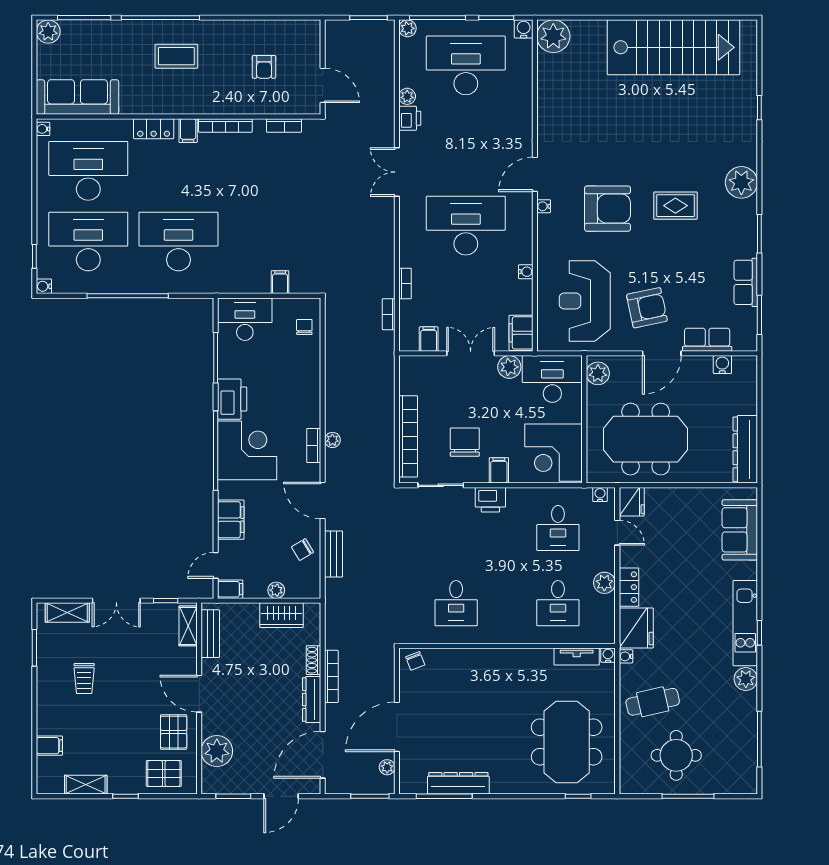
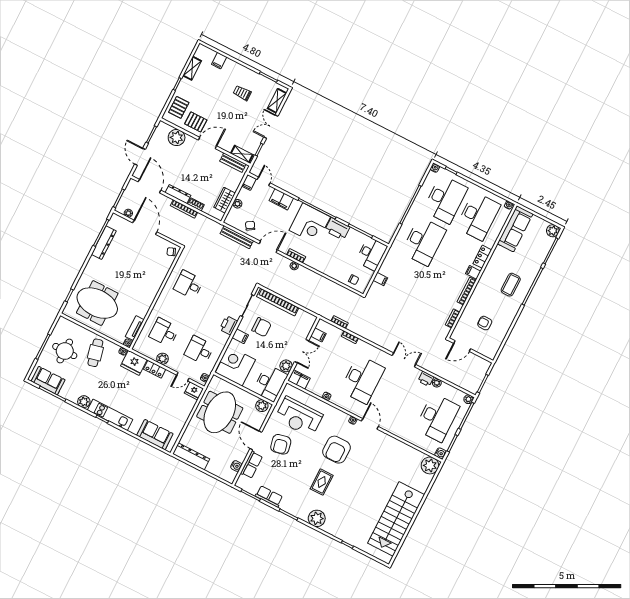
reception desk: (585, 301) -> (299, 417), turned 180
bench: (334, 554) -> (237, 237), width x1.36
sofa: (741, 758) -> (48, 381), added

